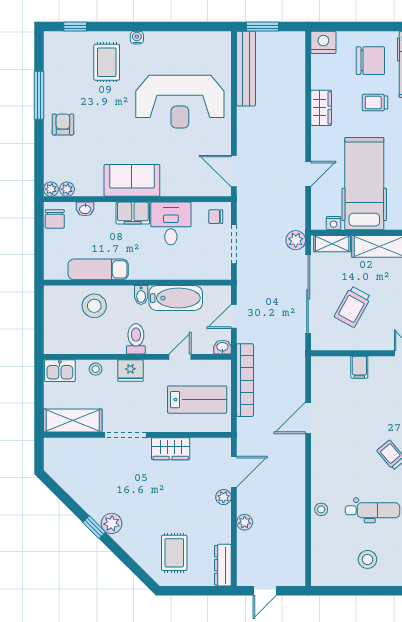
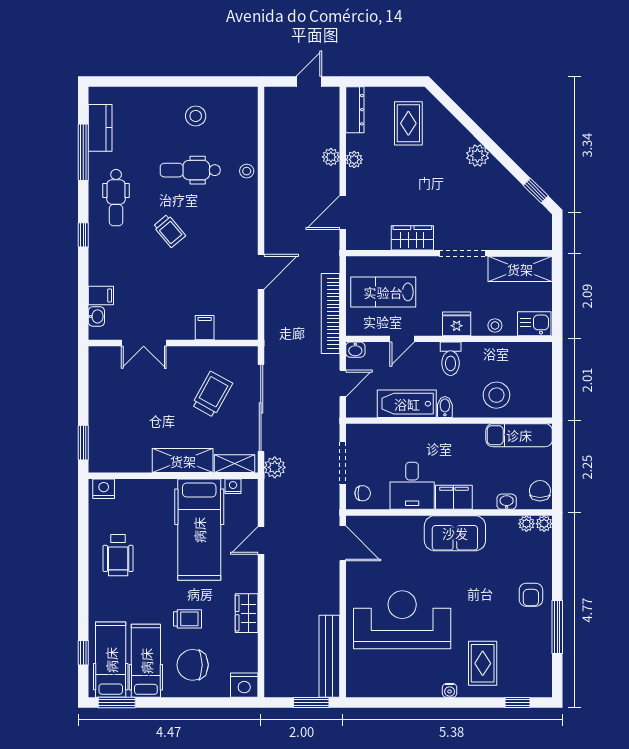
exam couch: (98, 269) -> (519, 435), moved
plant: (223, 497) -> (354, 160), moved
window: (94, 527) -> (536, 191), moved

